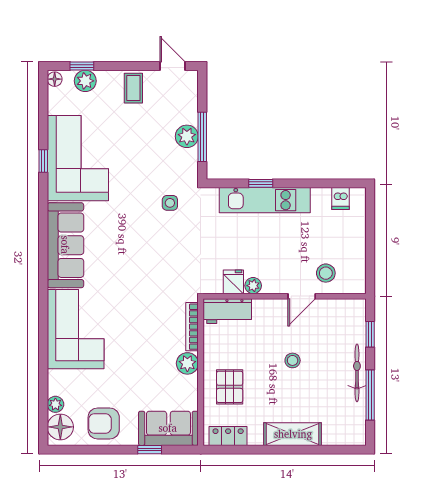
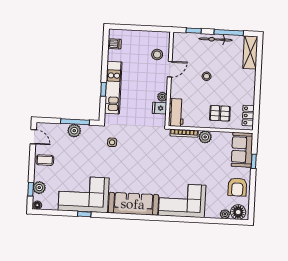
door: (173, 66) -> (33, 137), swing flipped
door: (302, 296) -> (170, 69), hinge flipped
shelving: (293, 434) -> (250, 52), moved

